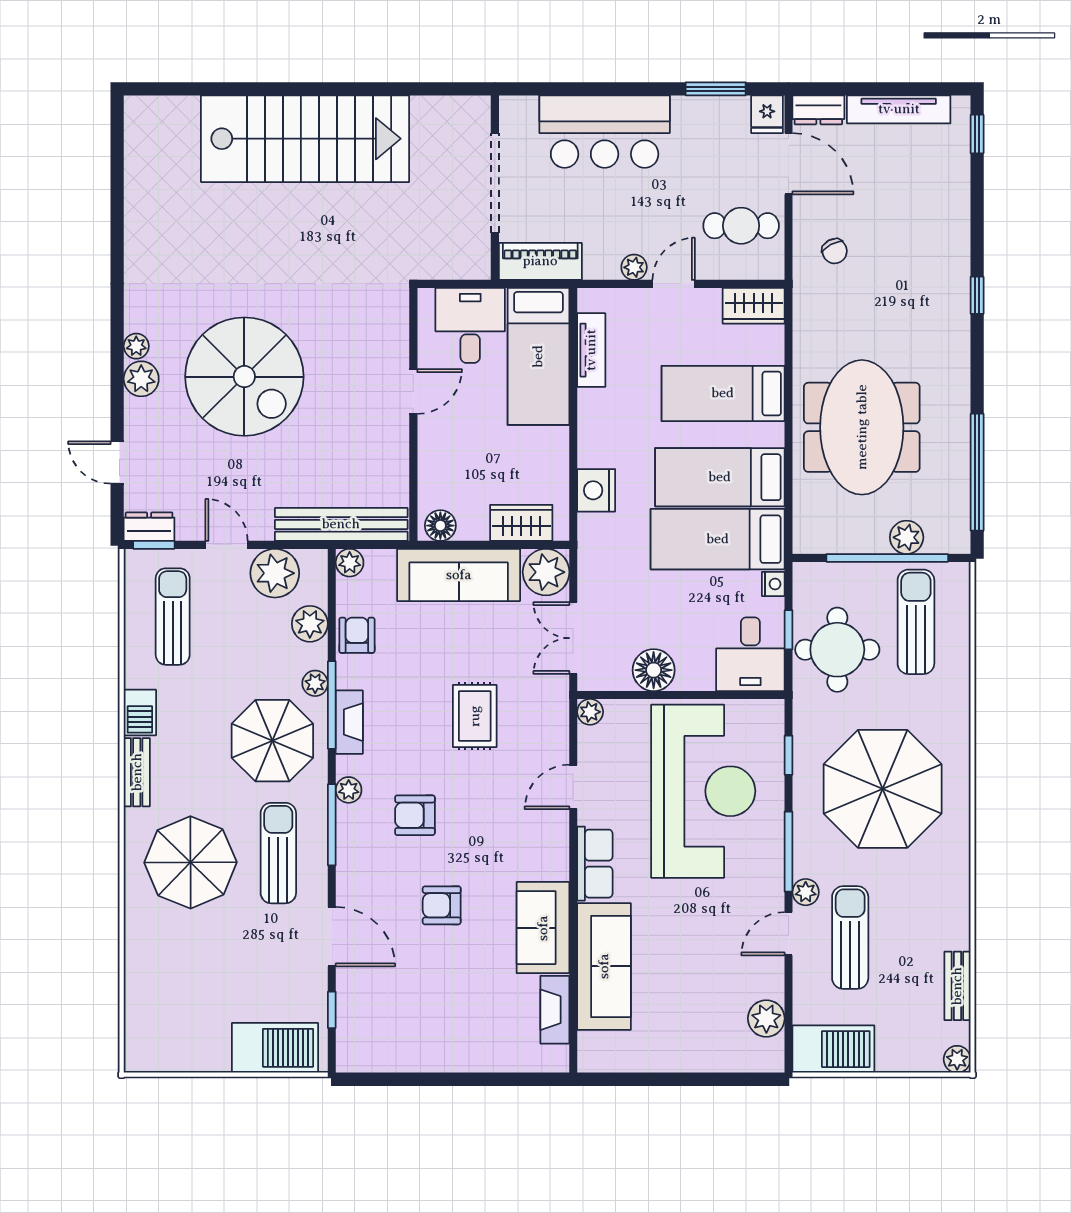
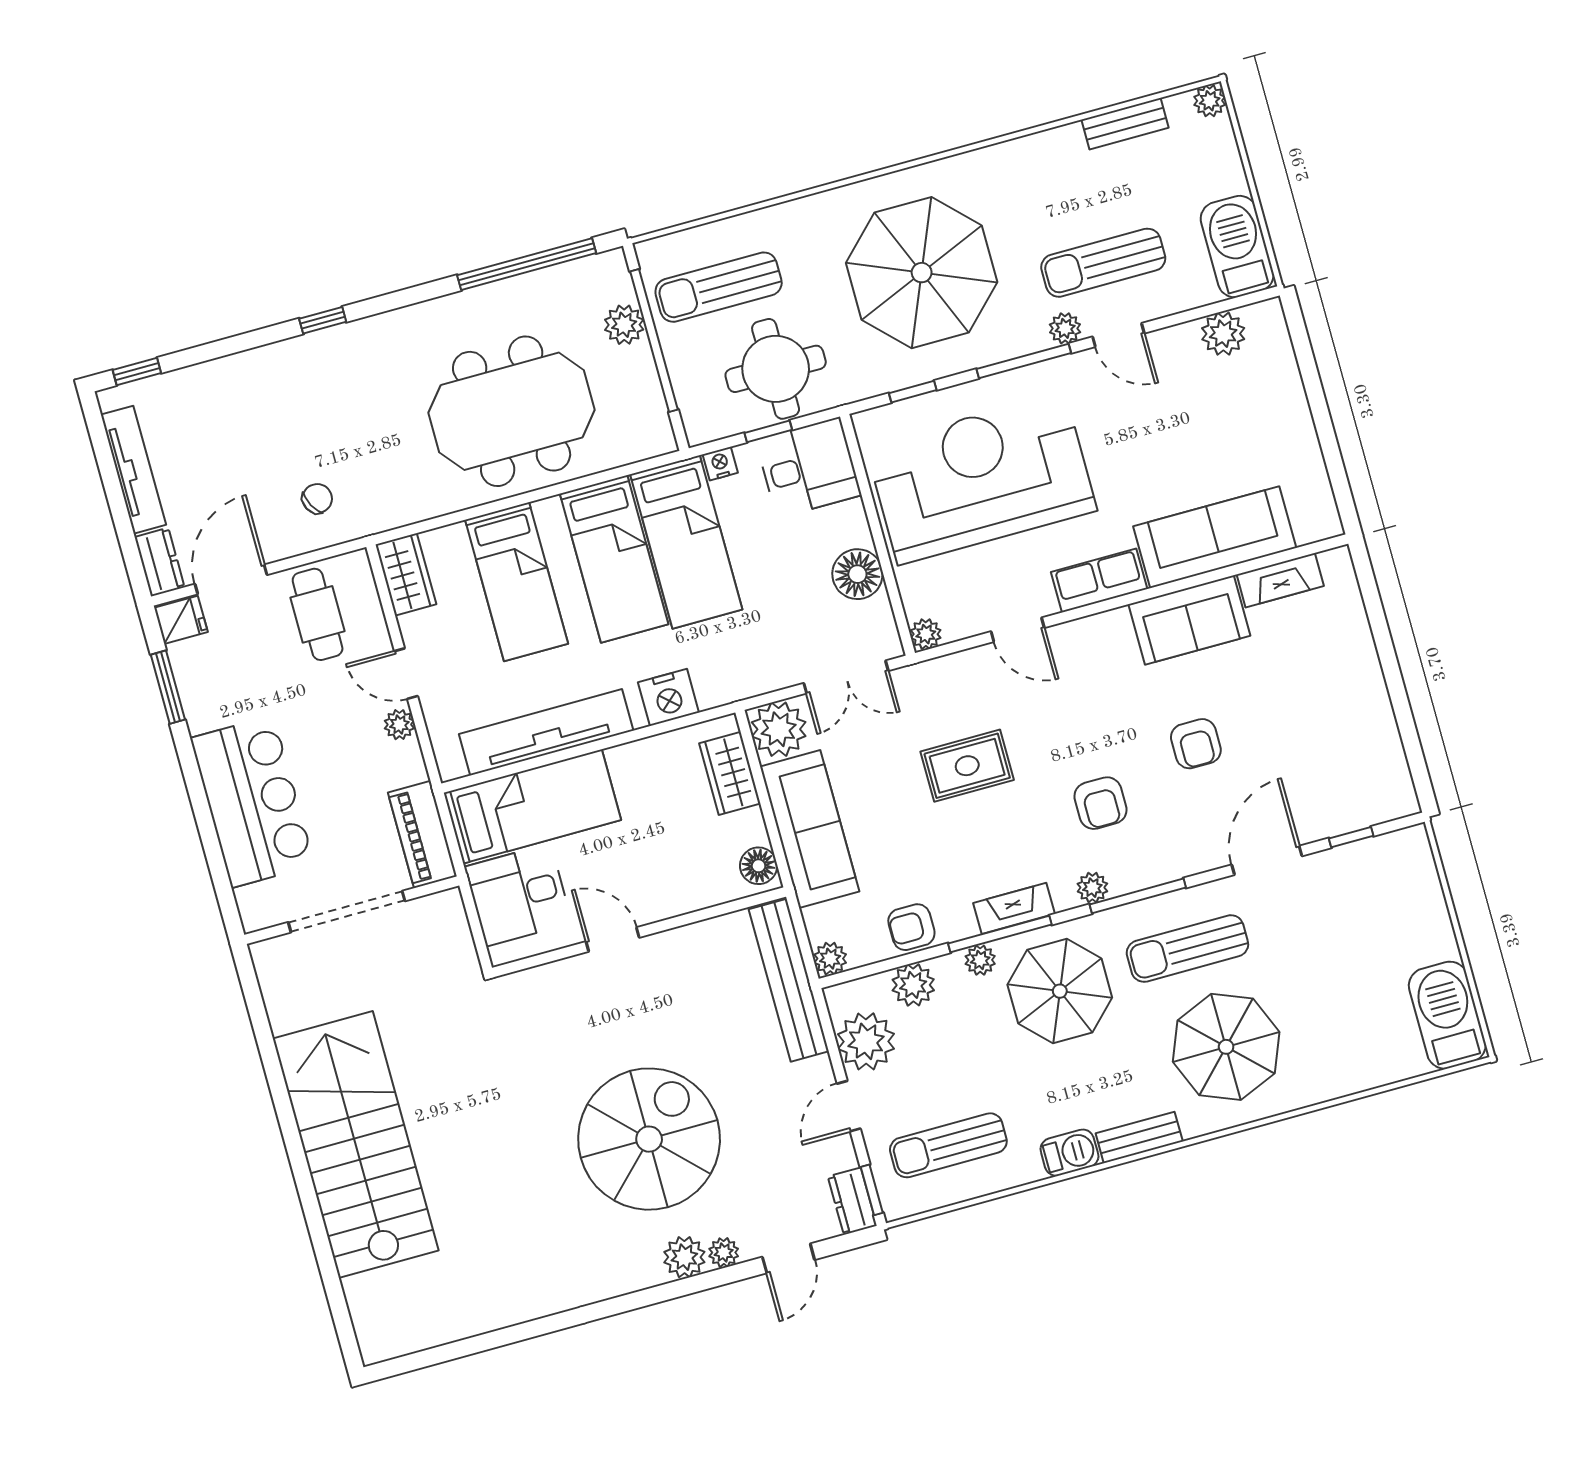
plant: (136, 346) -> (724, 1252), moved
tv unit: (591, 350) -> (546, 732), width x1.92, depth x1.29
barbecue: (275, 1048) -> (1447, 1015), moved

